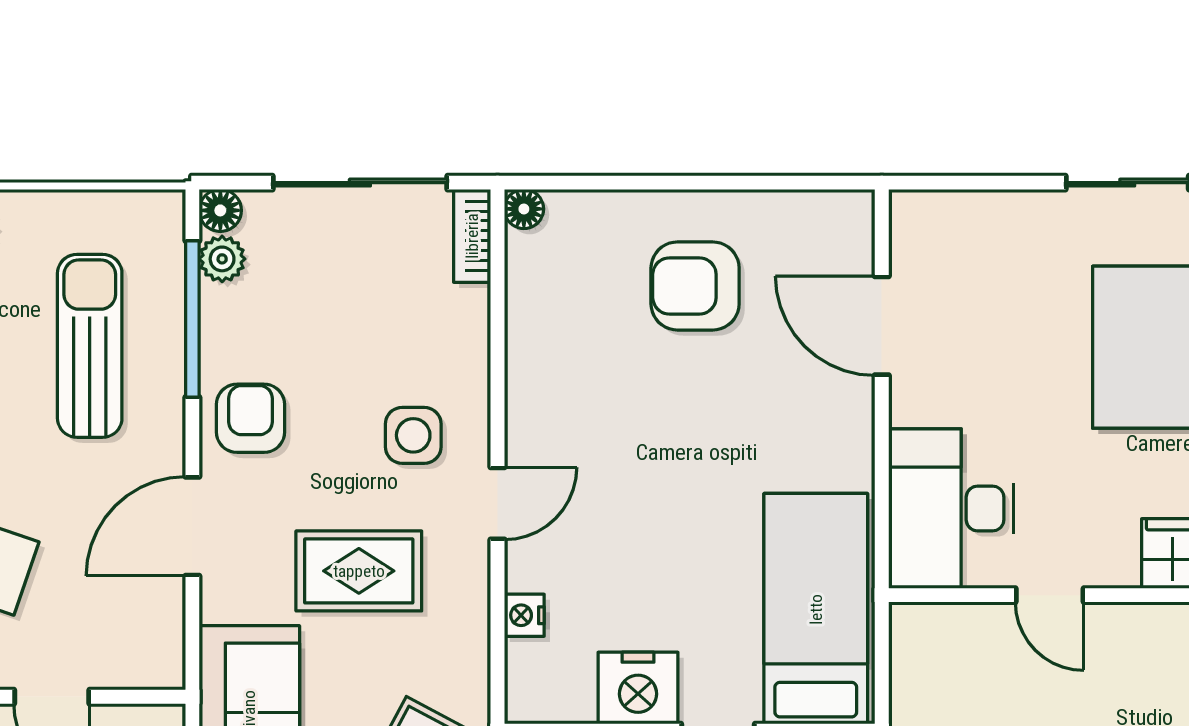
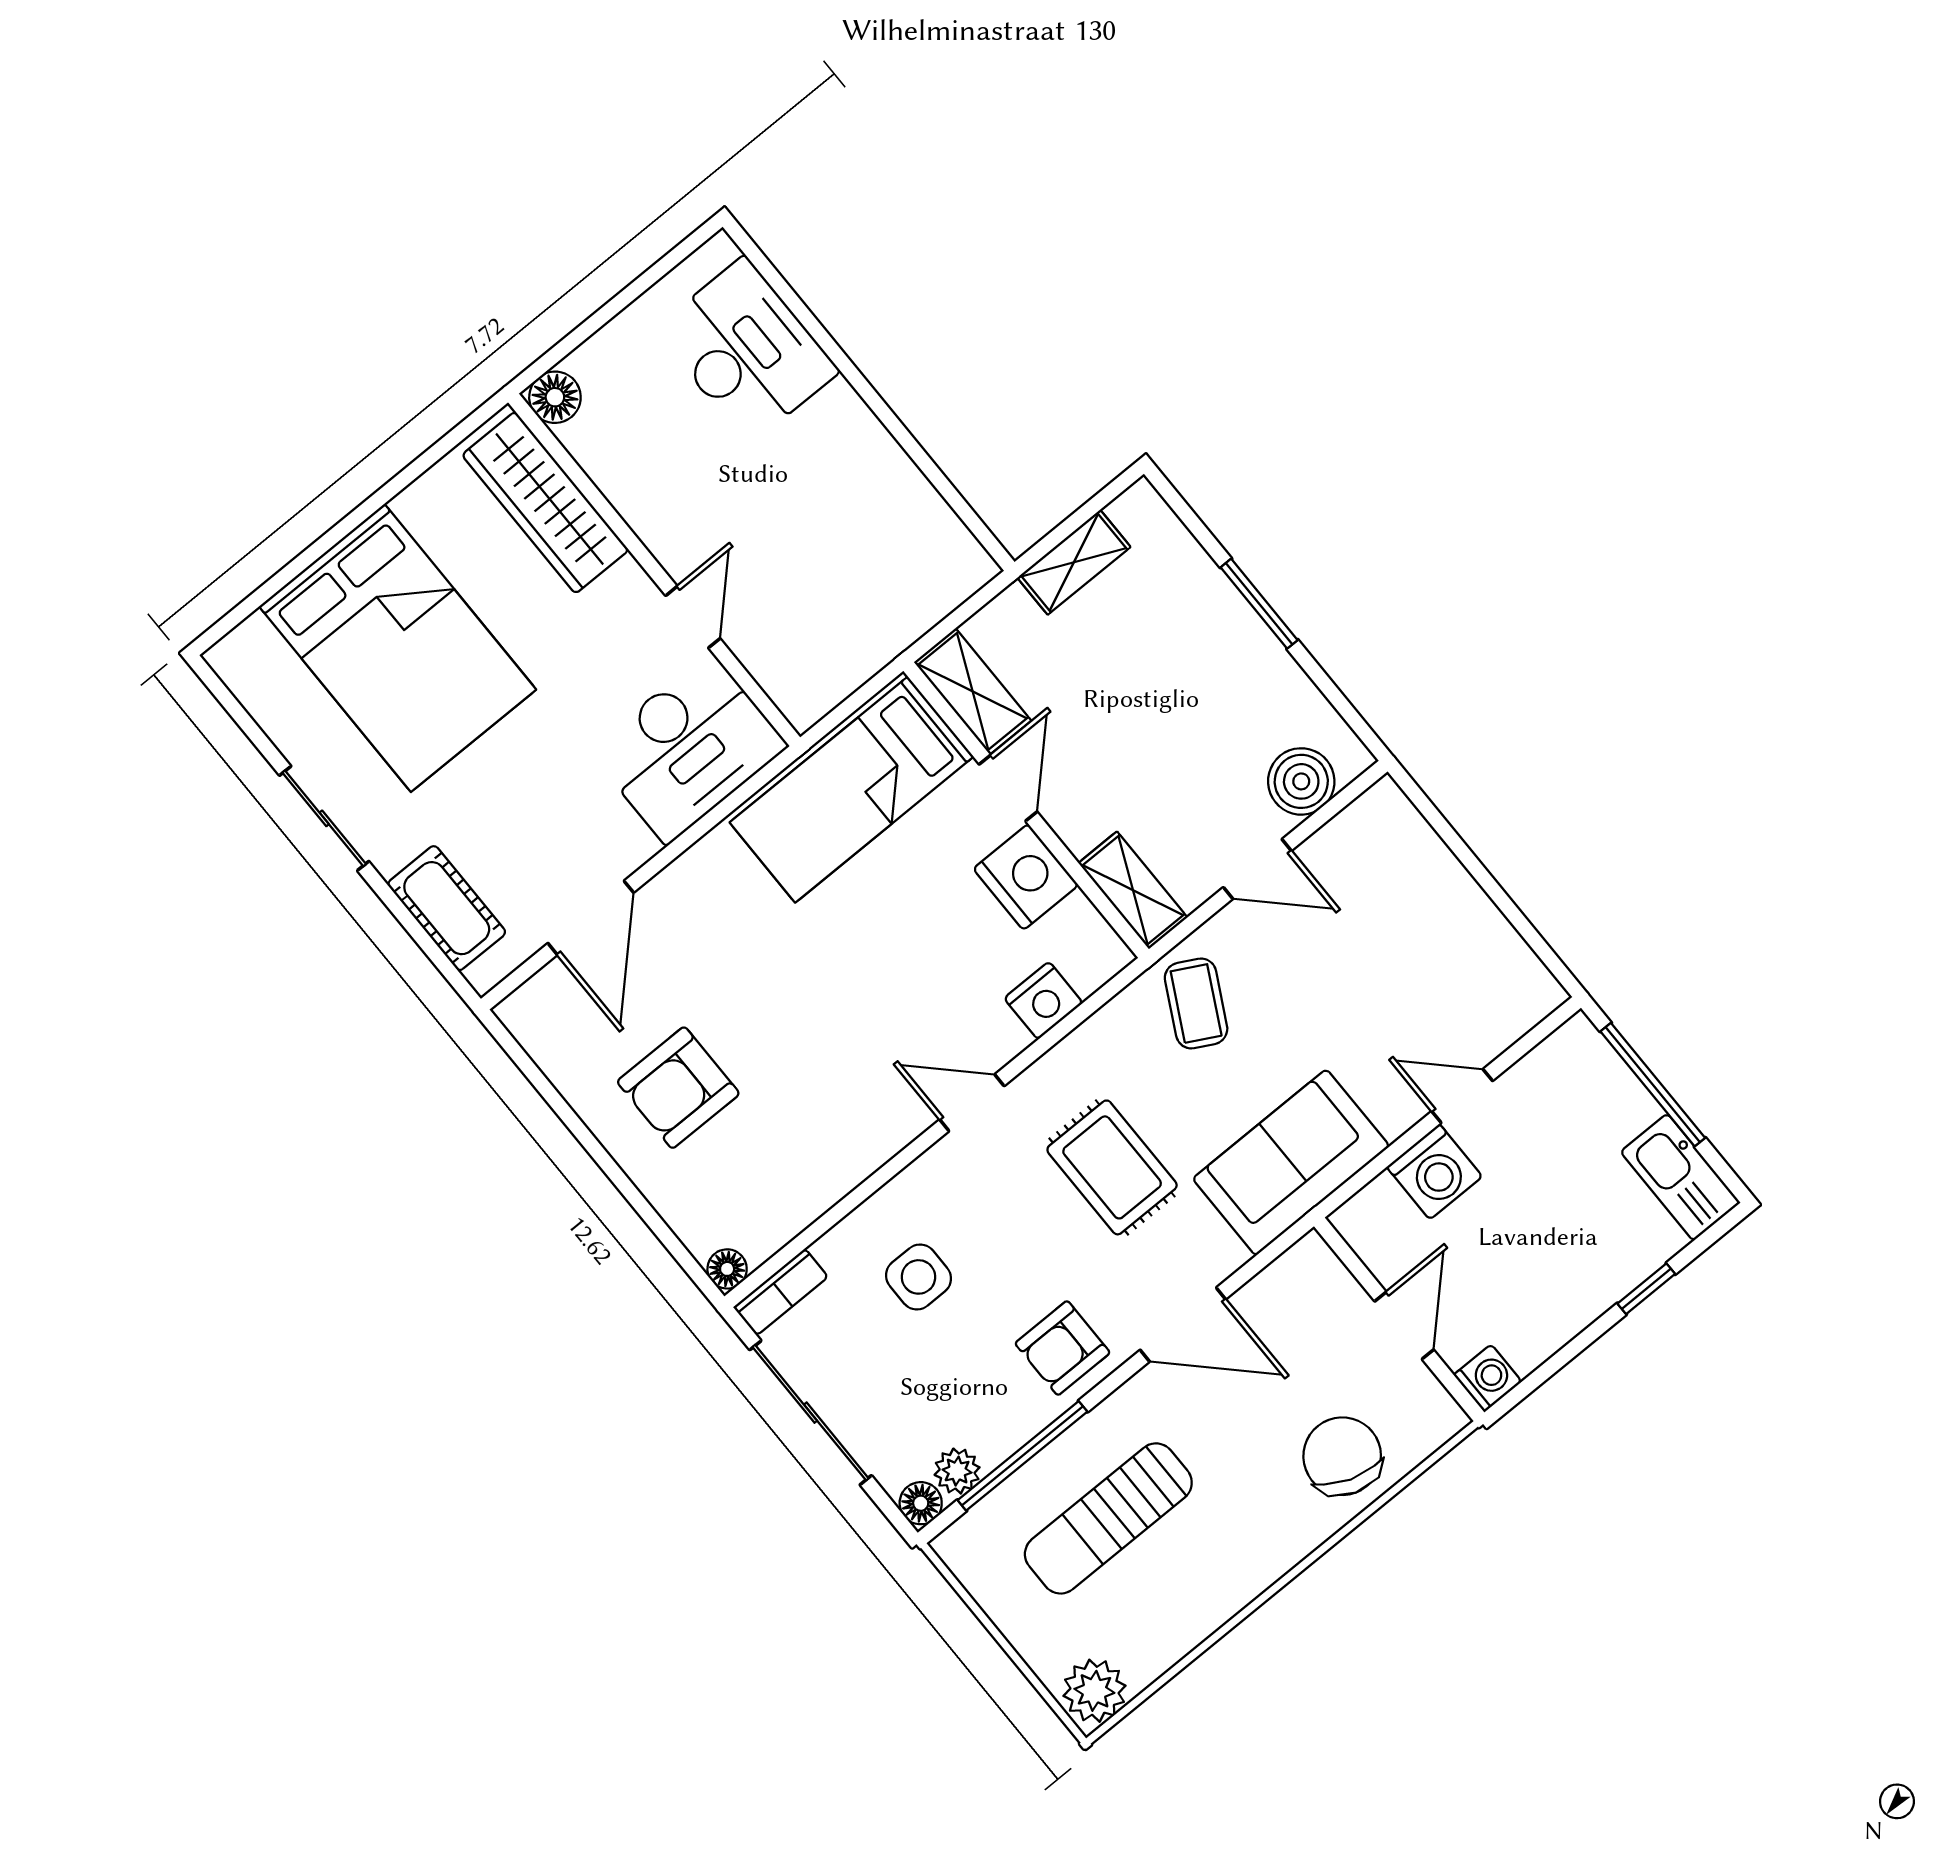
cot: (980, 221) -> (447, 908), added
armchair: (695, 286) -> (678, 1088), turned 90
side table: (413, 435) -> (918, 1277), moved
nightstand: (524, 615) -> (1043, 1001), width x1.39, depth x1.35

